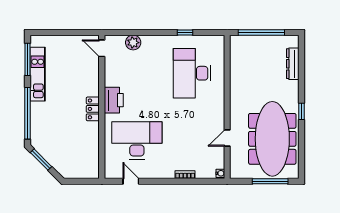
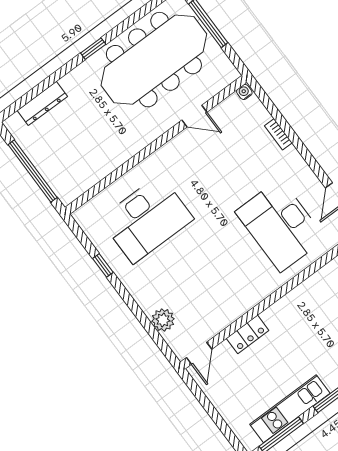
printer: (114, 100) -> (252, 291), removed
locker: (93, 109) -> (248, 334), moved

